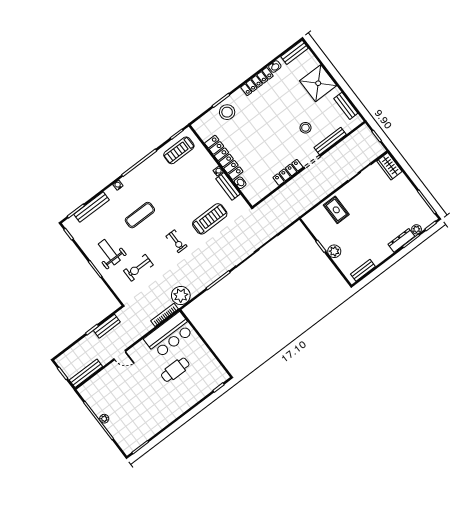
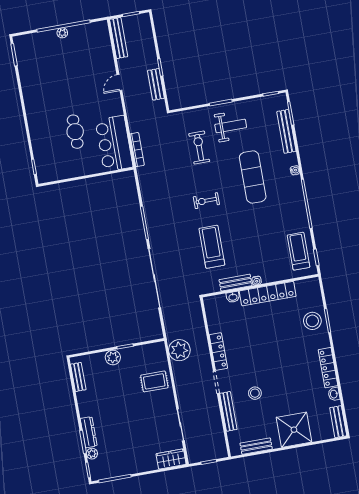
exercise mat: (140, 215) -> (253, 177), width x1.36, depth x1.45
treadmill: (210, 219) -> (212, 247), turned 180
plant: (181, 296) -> (179, 350), moved

